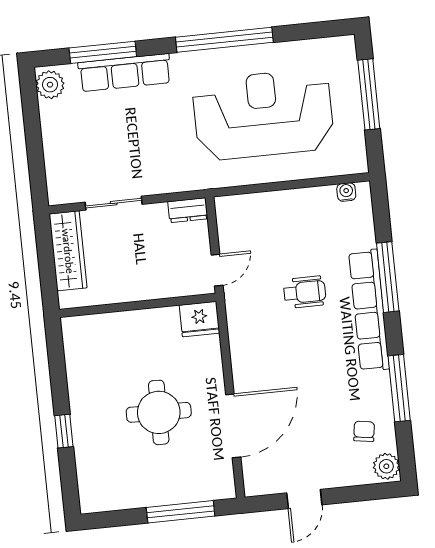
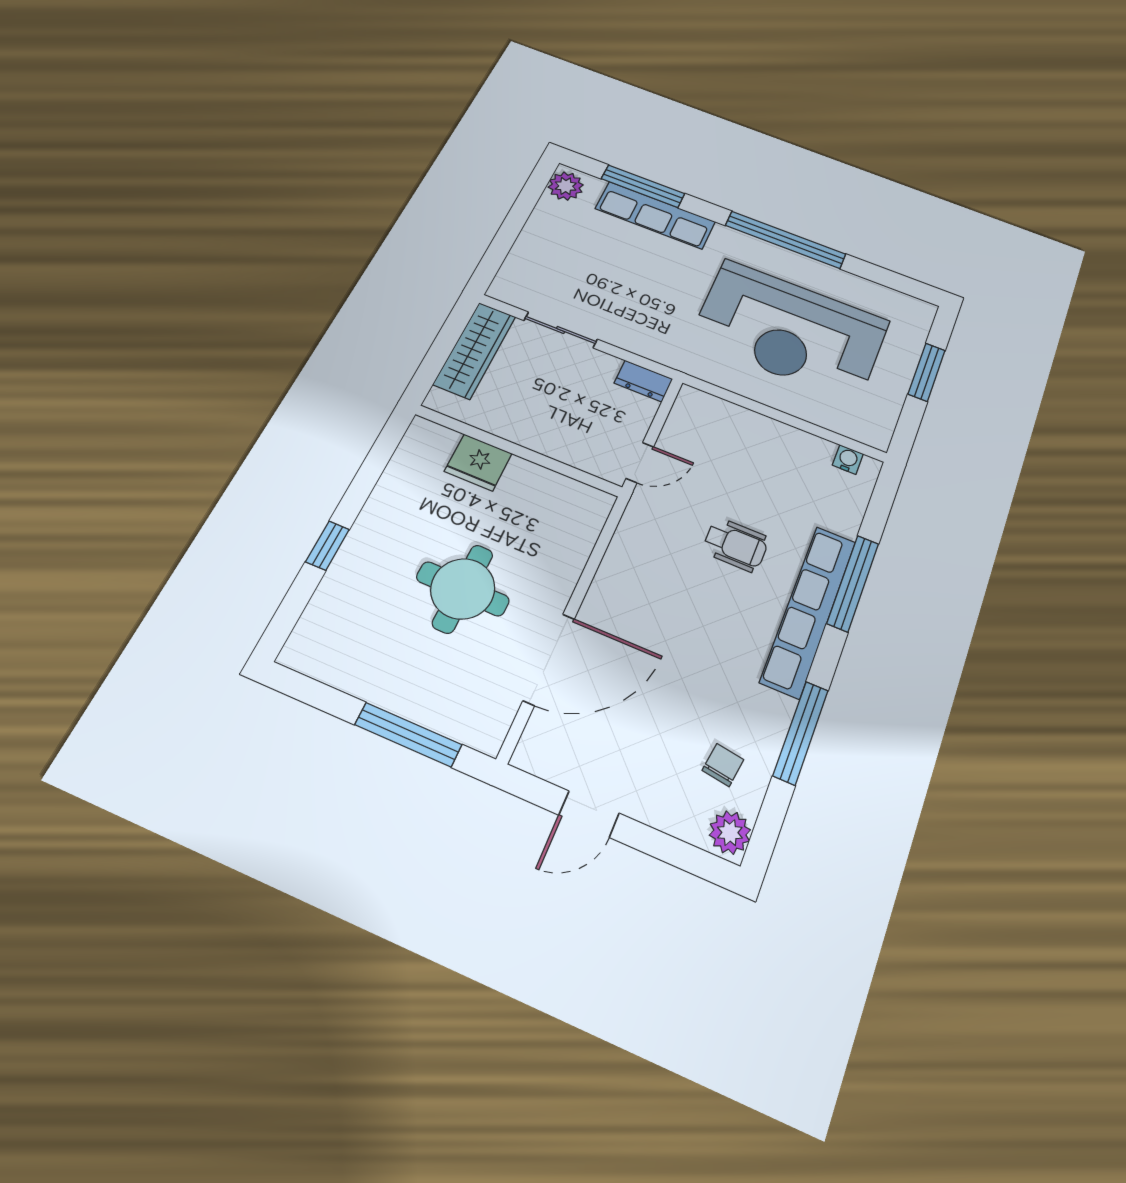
window: (369, 94) -> (927, 372), width x0.69
reception desk: (263, 114) -> (790, 330), turned 180
fridge: (199, 319) -> (478, 462), moved

